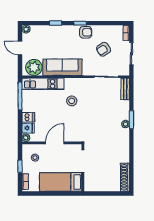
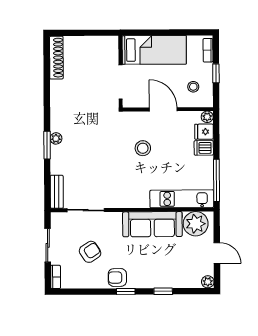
stool: (72, 101) -> (143, 148), moved
door: (55, 143) -> (163, 109), swing flipped

